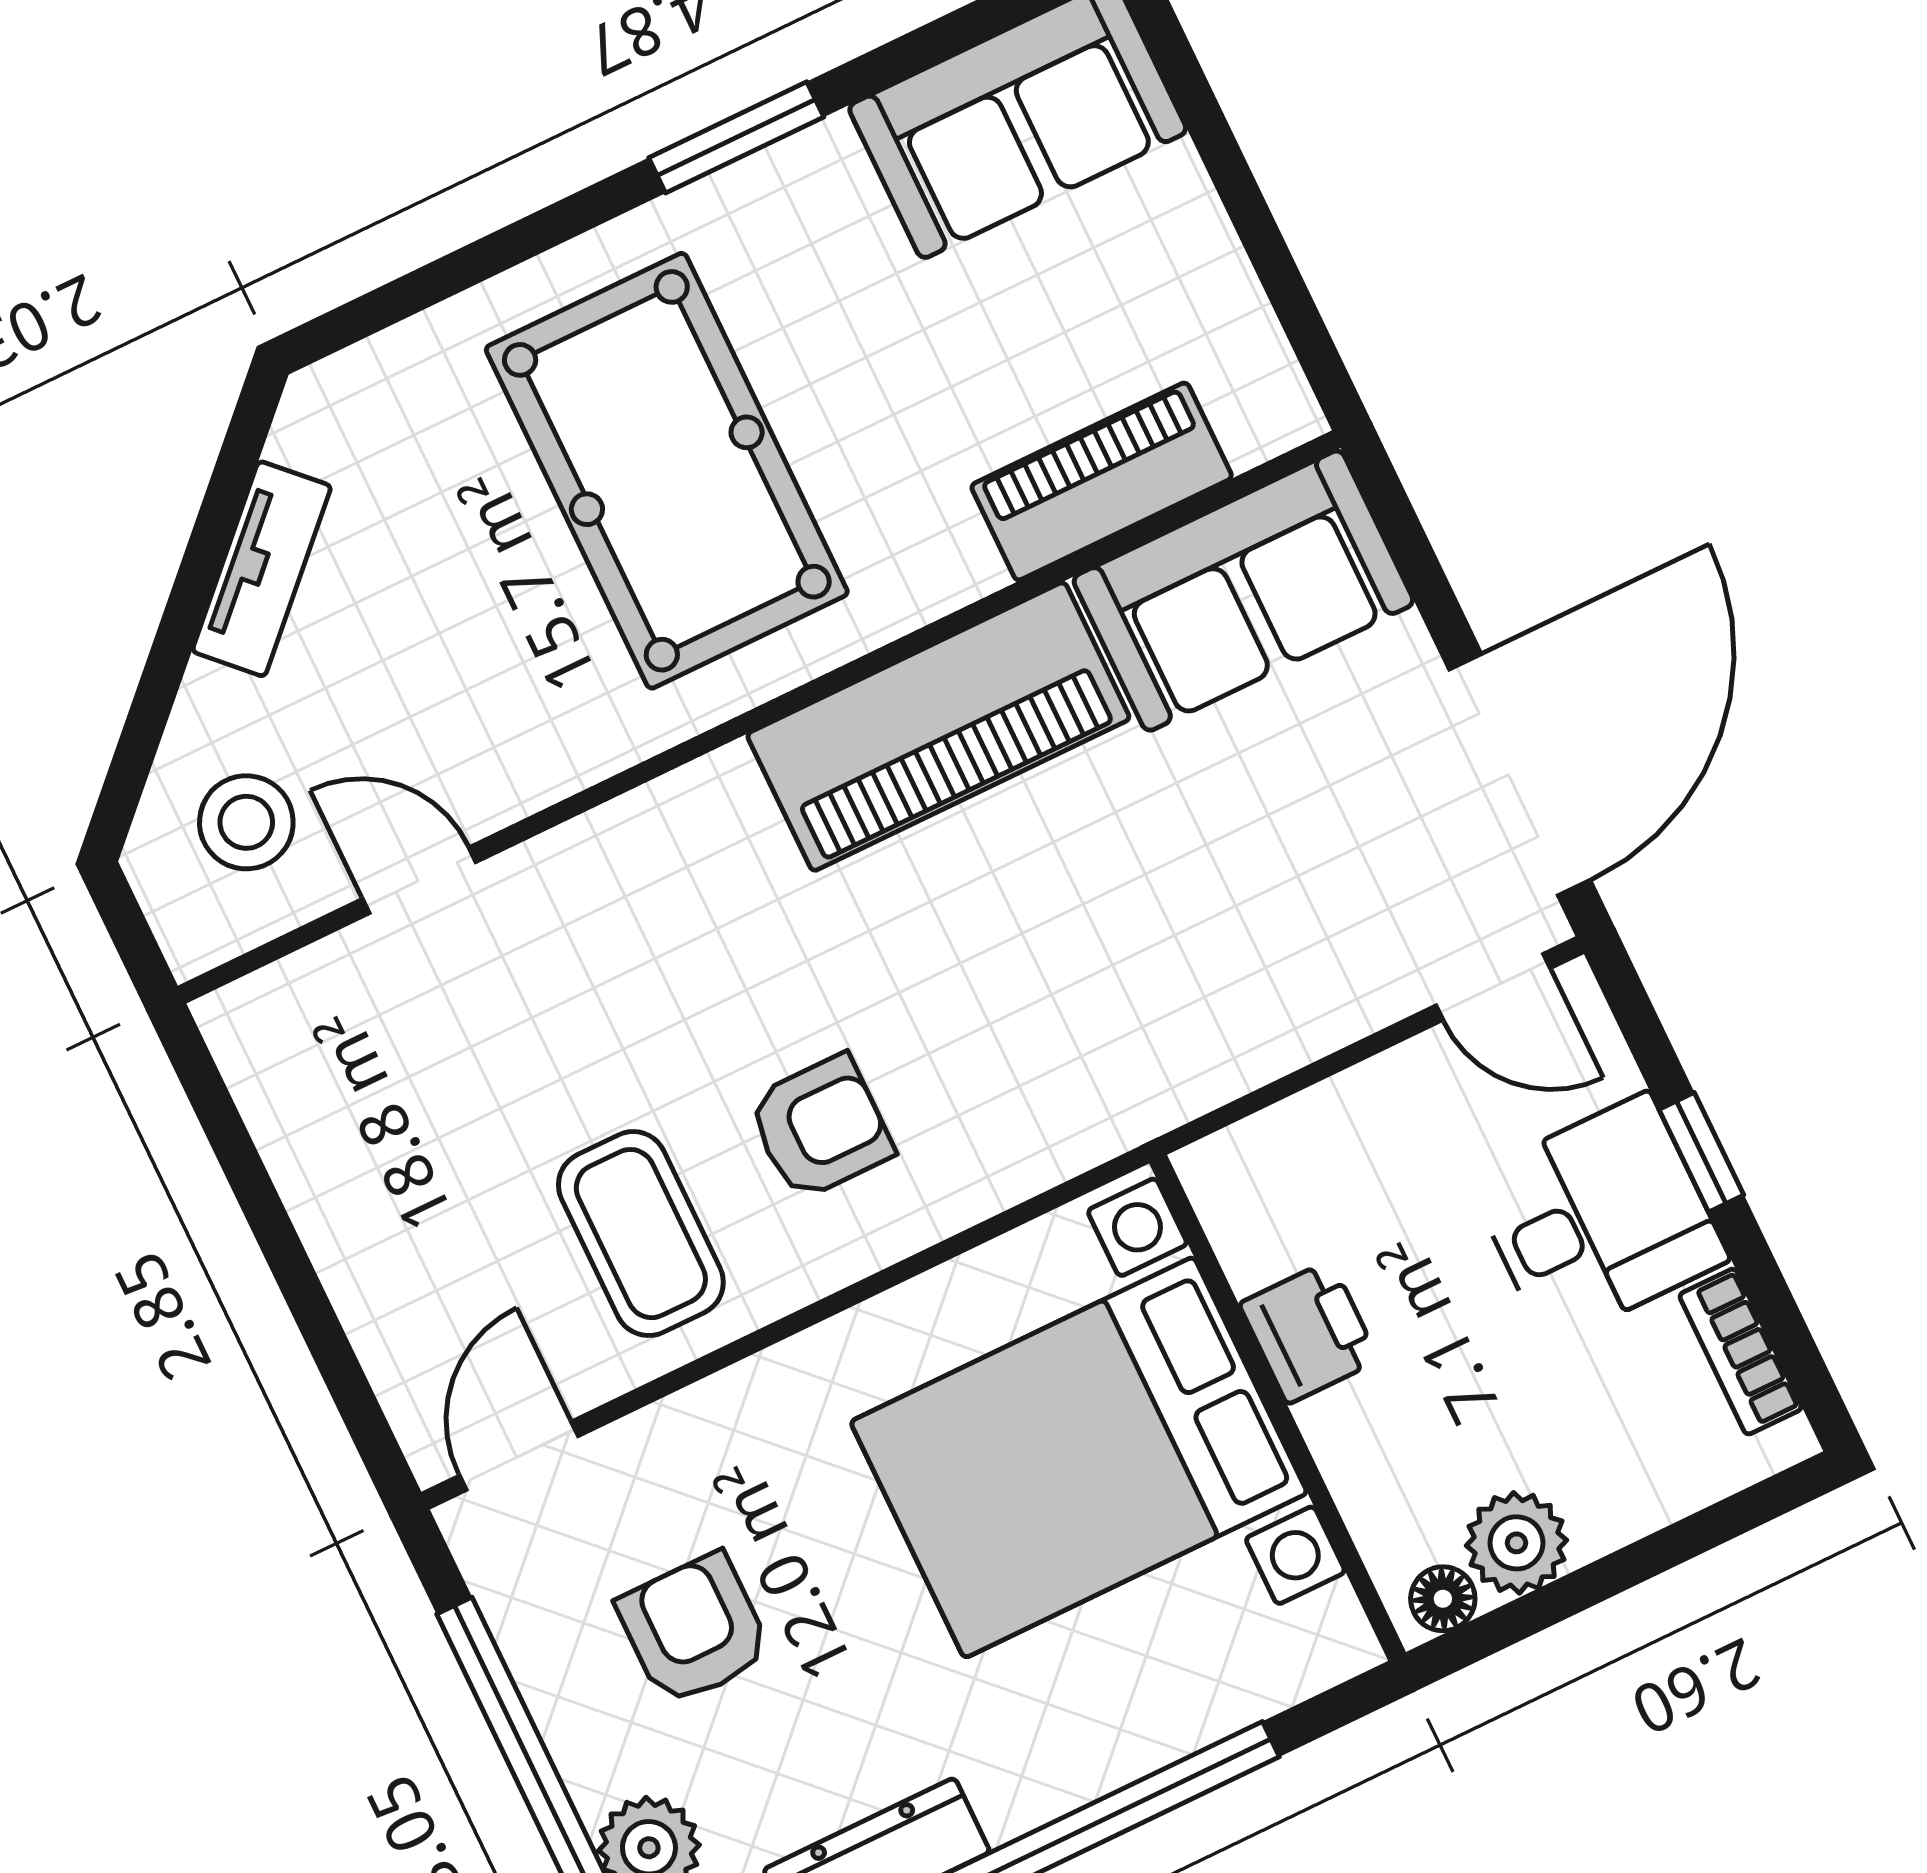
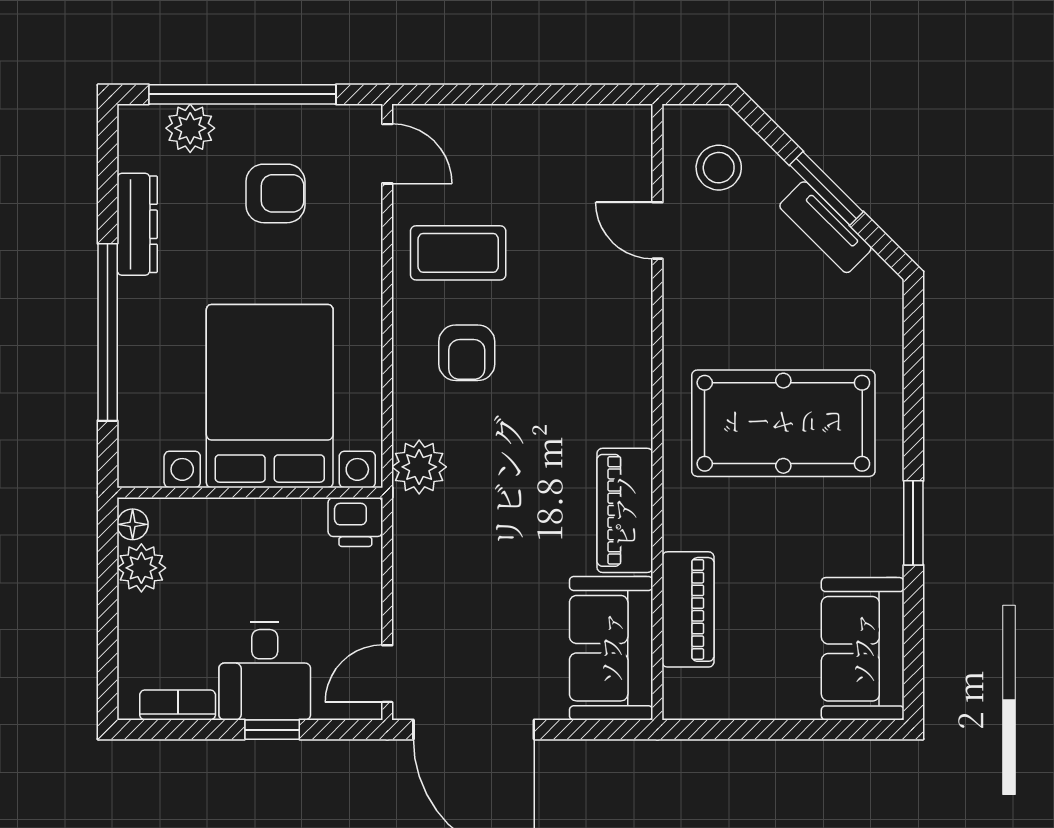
window: (188, 602) -> (826, 188), added
piano: (938, 727) -> (625, 510), width x0.73, depth x0.75
door: (419, 880) -> (657, 230), swing flipped
plant: (1077, 1113) -> (419, 467), added
printer: (1309, 1332) -> (355, 522), moved

